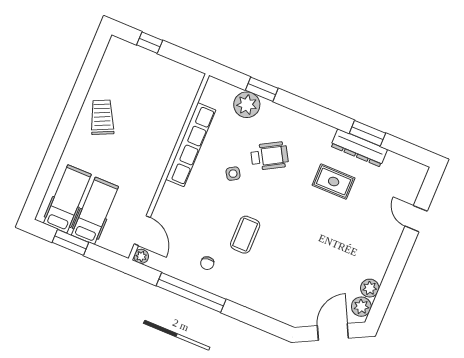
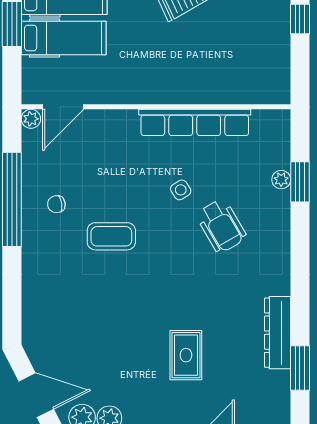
plant: (247, 105) -> (281, 180), width x0.53, depth x0.53
window: (367, 133) -> (300, 368), moved
rug: (334, 182) -> (186, 355), moved

